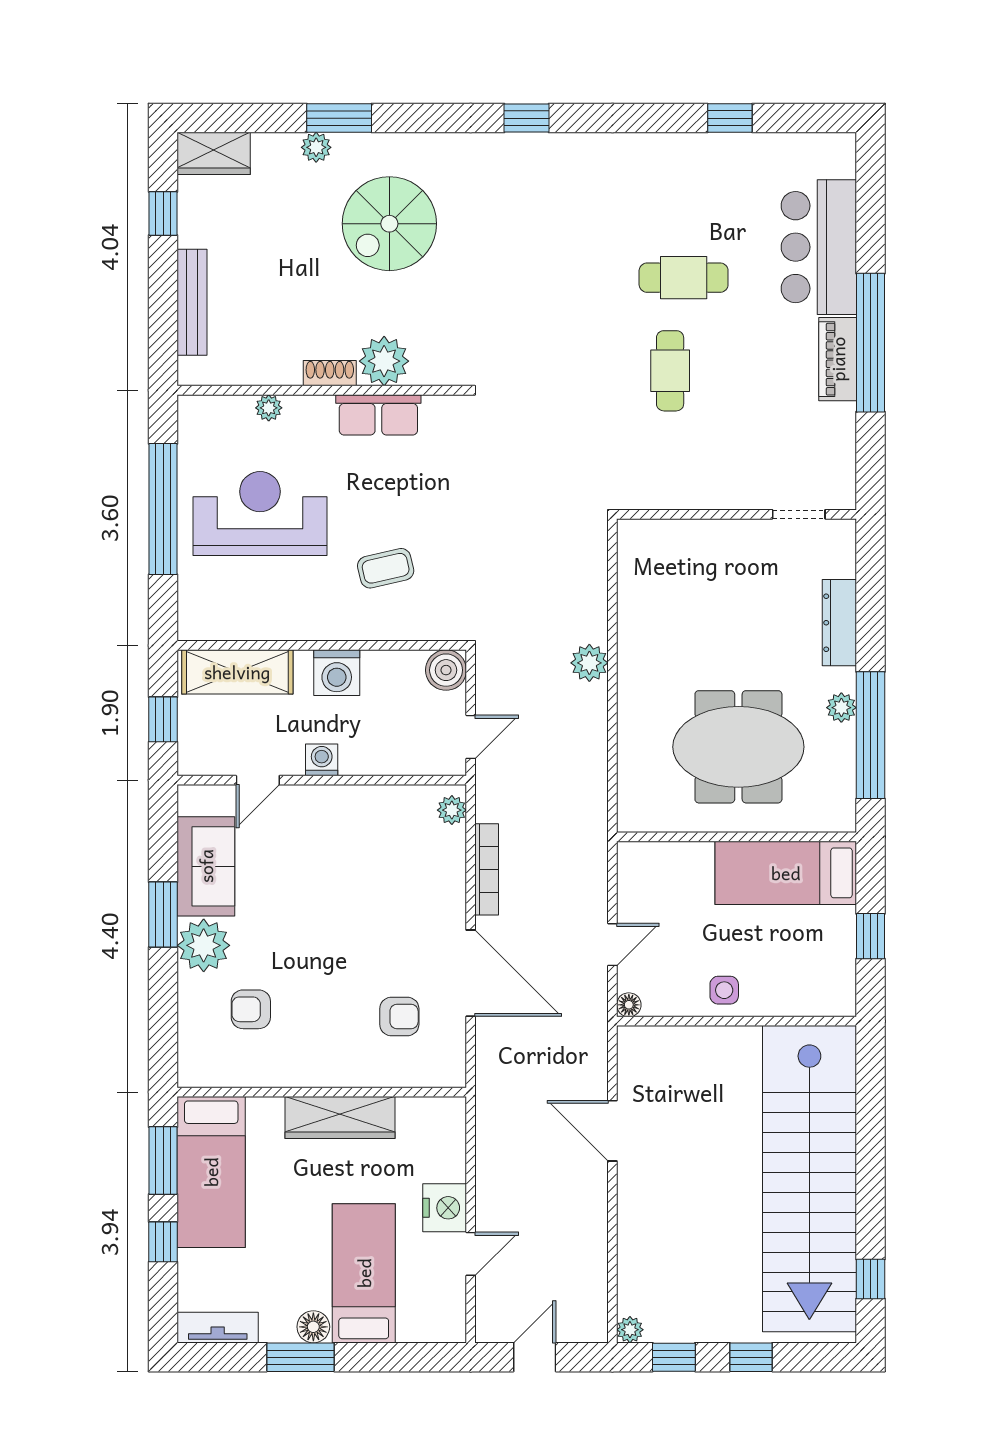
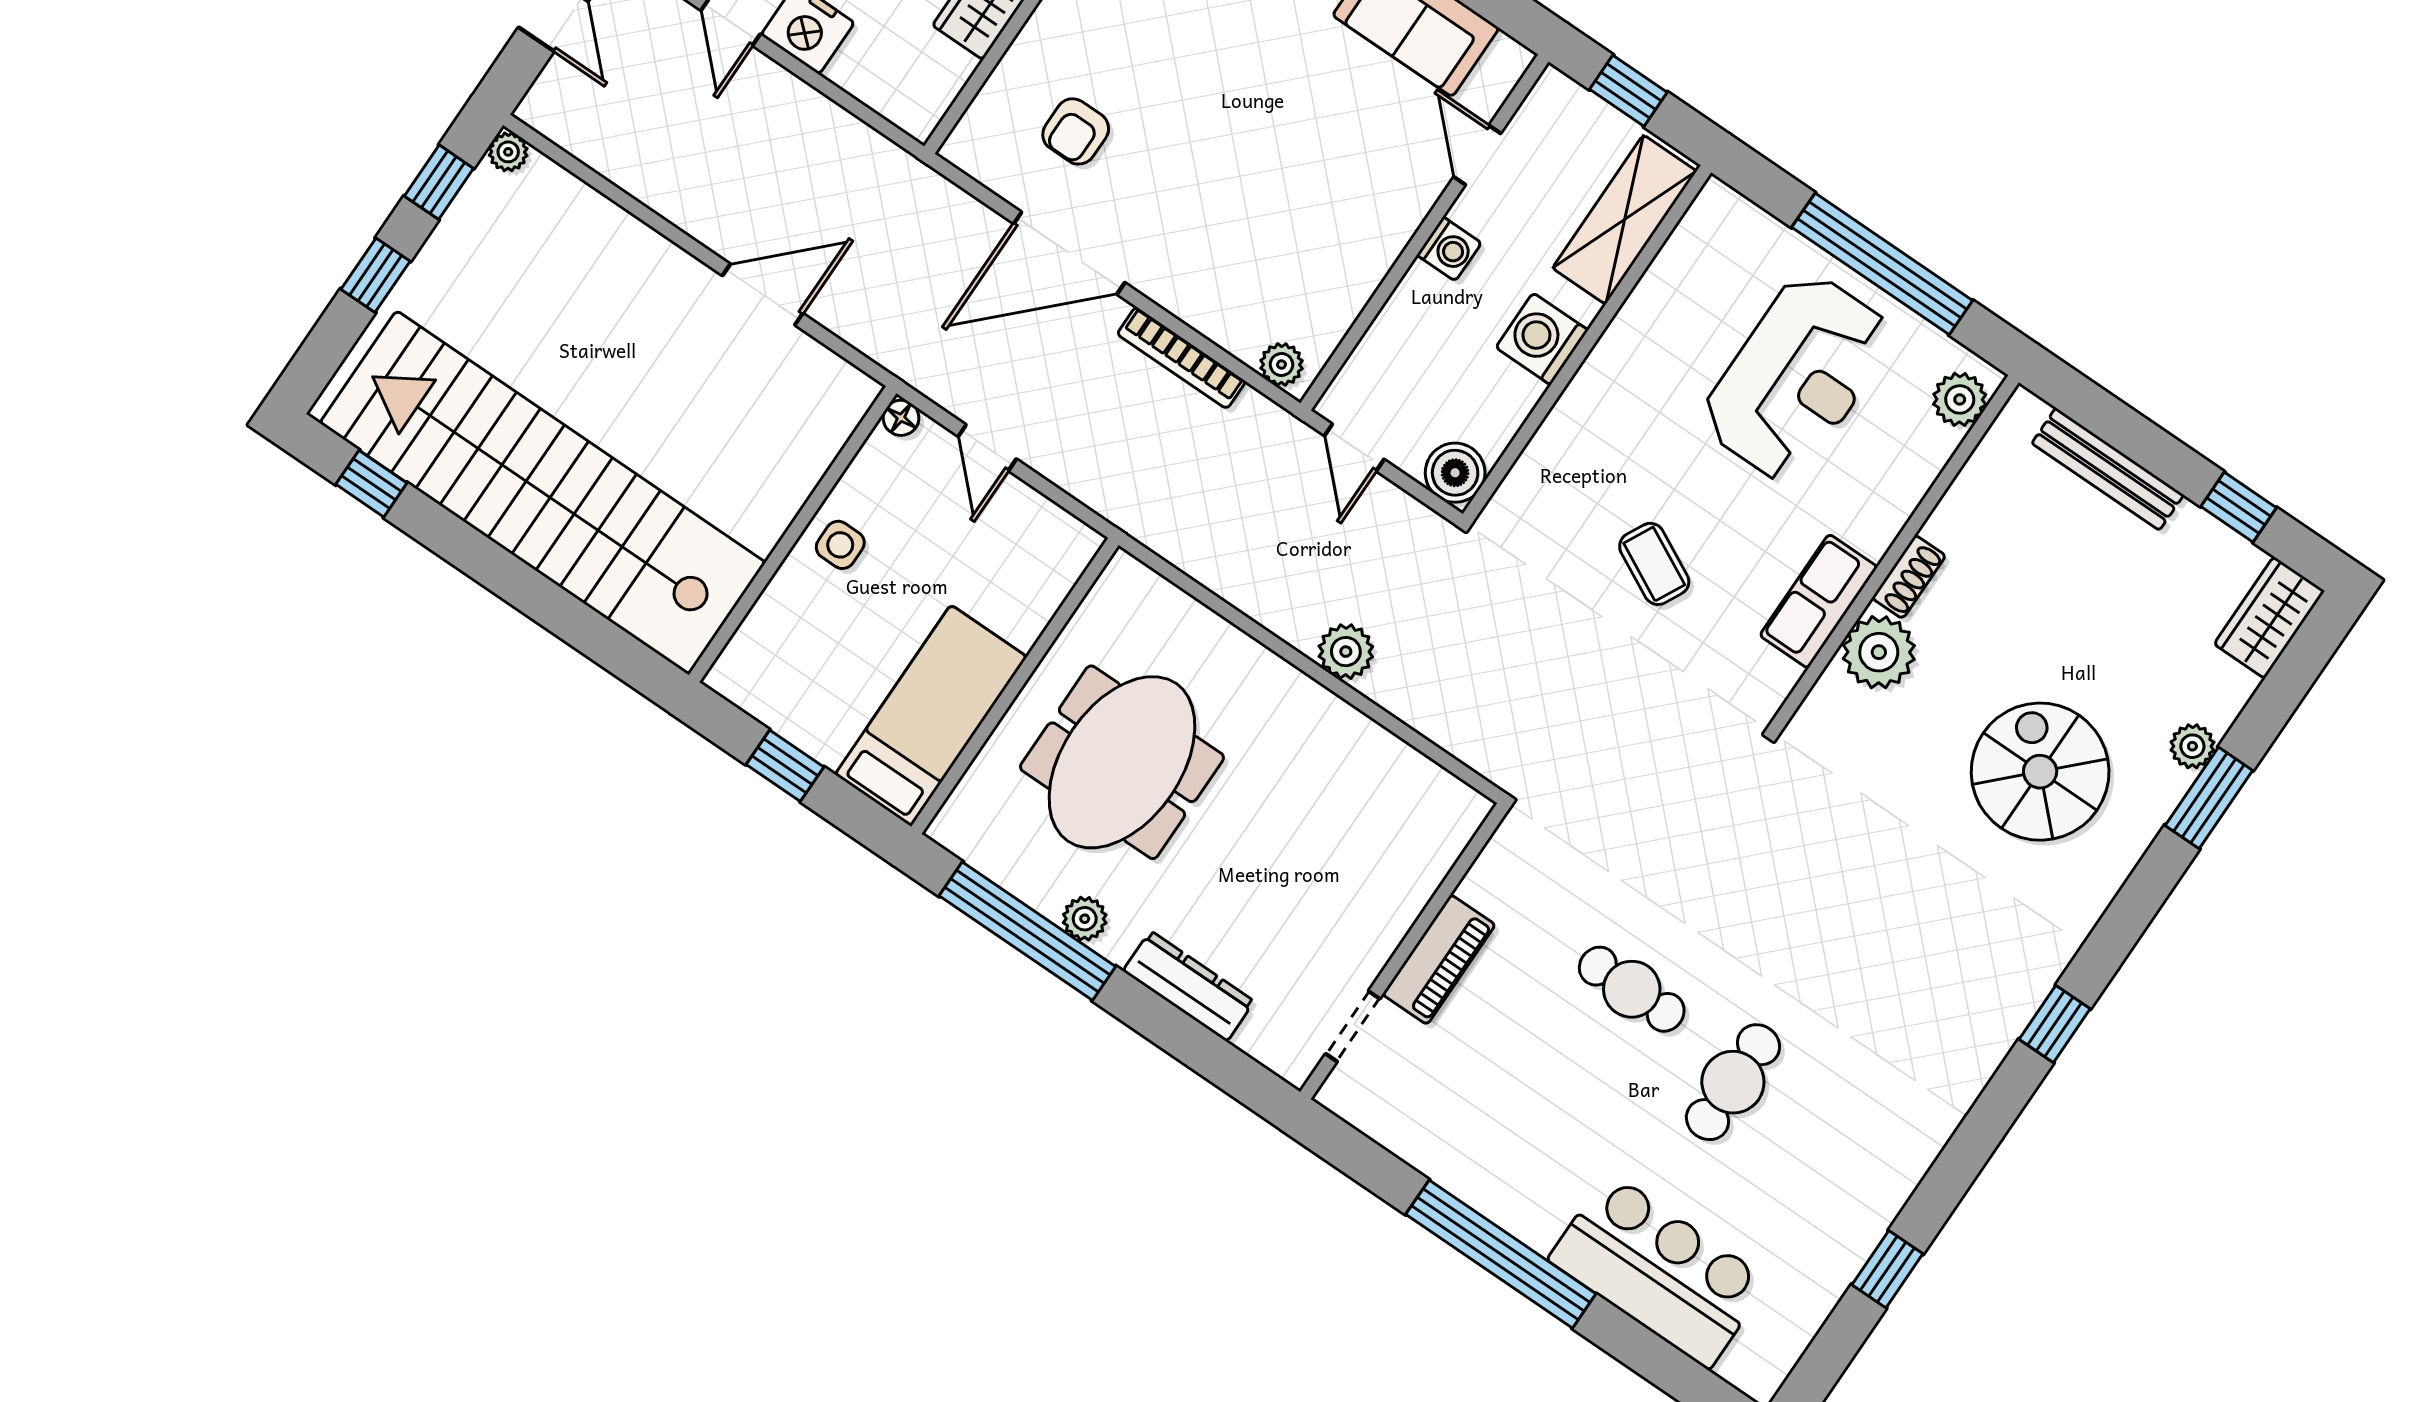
piano: (838, 359) -> (1439, 960), moved, turned 90
plant: (269, 408) -> (1960, 399), moved, width x1.38, depth x1.38
coffee table: (386, 568) -> (1654, 564), moved, turned -50

